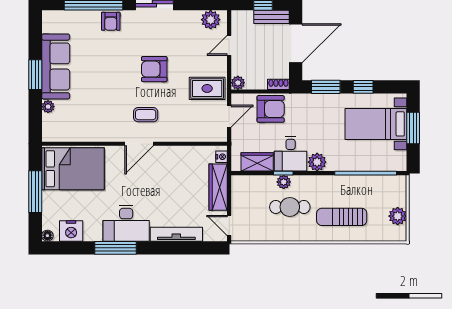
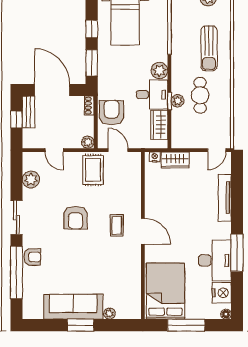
plant: (211, 20) -> (31, 179), moved
wardrobe: (218, 187) -> (175, 160), width x0.67
desk: (126, 223) -> (215, 260), moved

